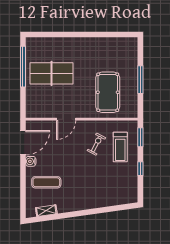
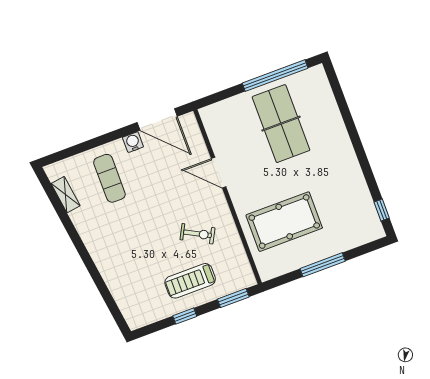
window: (122, 34) -> (382, 210), added
treadmill: (120, 147) -> (190, 281), moved

